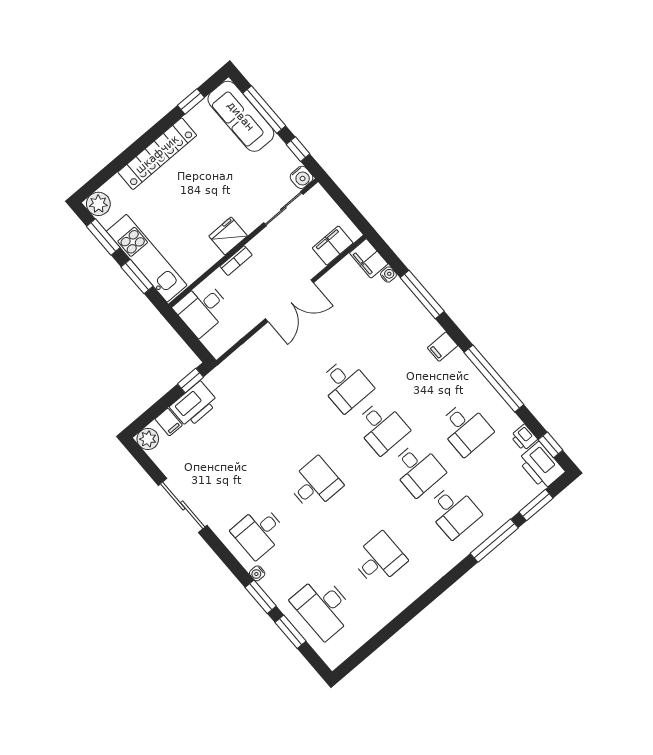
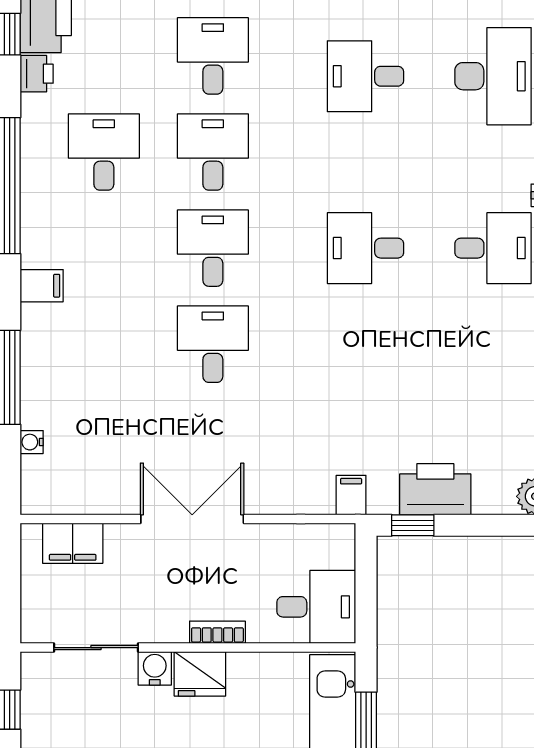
water cooler: (302, 177) -> (155, 668), moved
filing cabinet: (369, 258) -> (40, 486), removed
filing cabinet: (169, 422) -> (351, 495), moved

